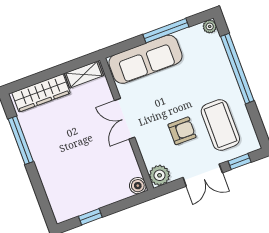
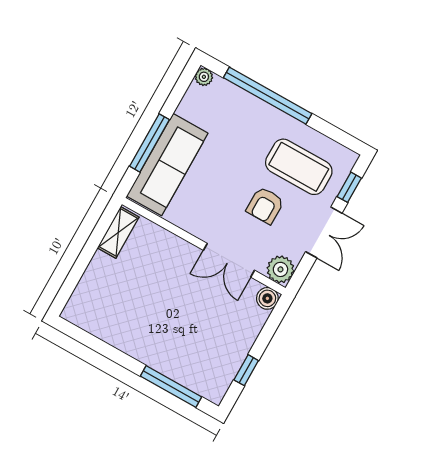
window: (166, 31) -> (150, 143), moved
wardrobe: (41, 93) -> (91, 288), removed
double door: (125, 119) -> (229, 260), moved
armchair: (182, 131) -> (265, 205), turned 180
window: (21, 140) -> (171, 386), moved

